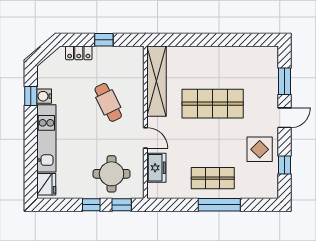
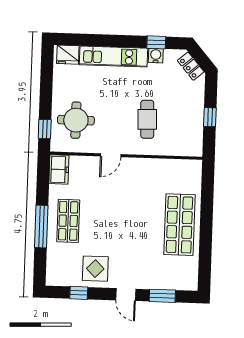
locker: (79, 53) -> (191, 66), moved, turned -41
shelving: (157, 81) -> (167, 168), removed
cafe table: (108, 102) -> (147, 119), turned -66
shop shelf: (213, 104) -> (179, 225), moved
freezer: (156, 168) -> (59, 169), moved, turned -90
window: (91, 205) -> (46, 99), removed

